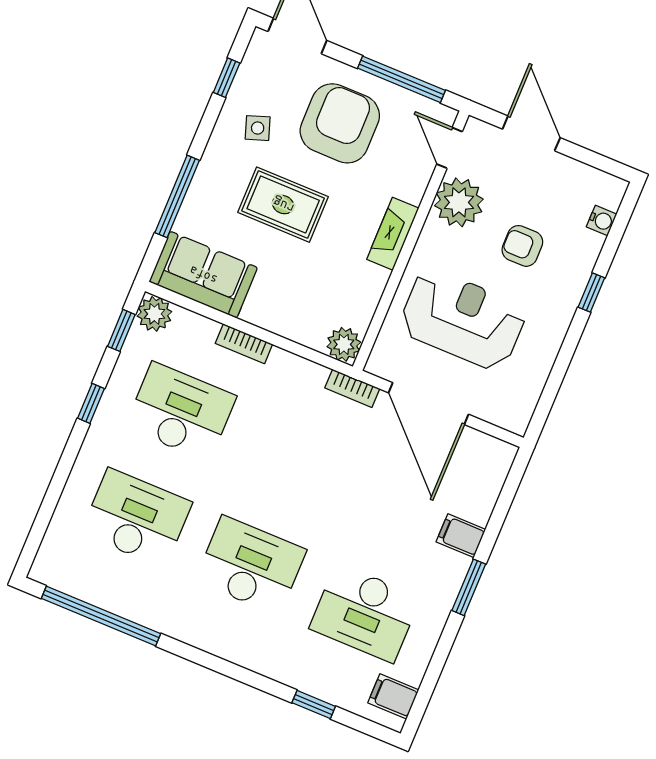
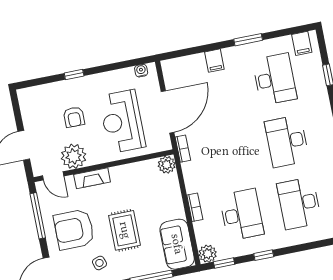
door: (450, 148) -> (53, 176), hinge flipped
water cooler: (602, 220) -> (141, 71), moved
fireplace: (393, 234) -> (92, 178), moved
desk: (181, 412) -> (242, 215), turned 180
window: (469, 587) -> (248, 40), moved

